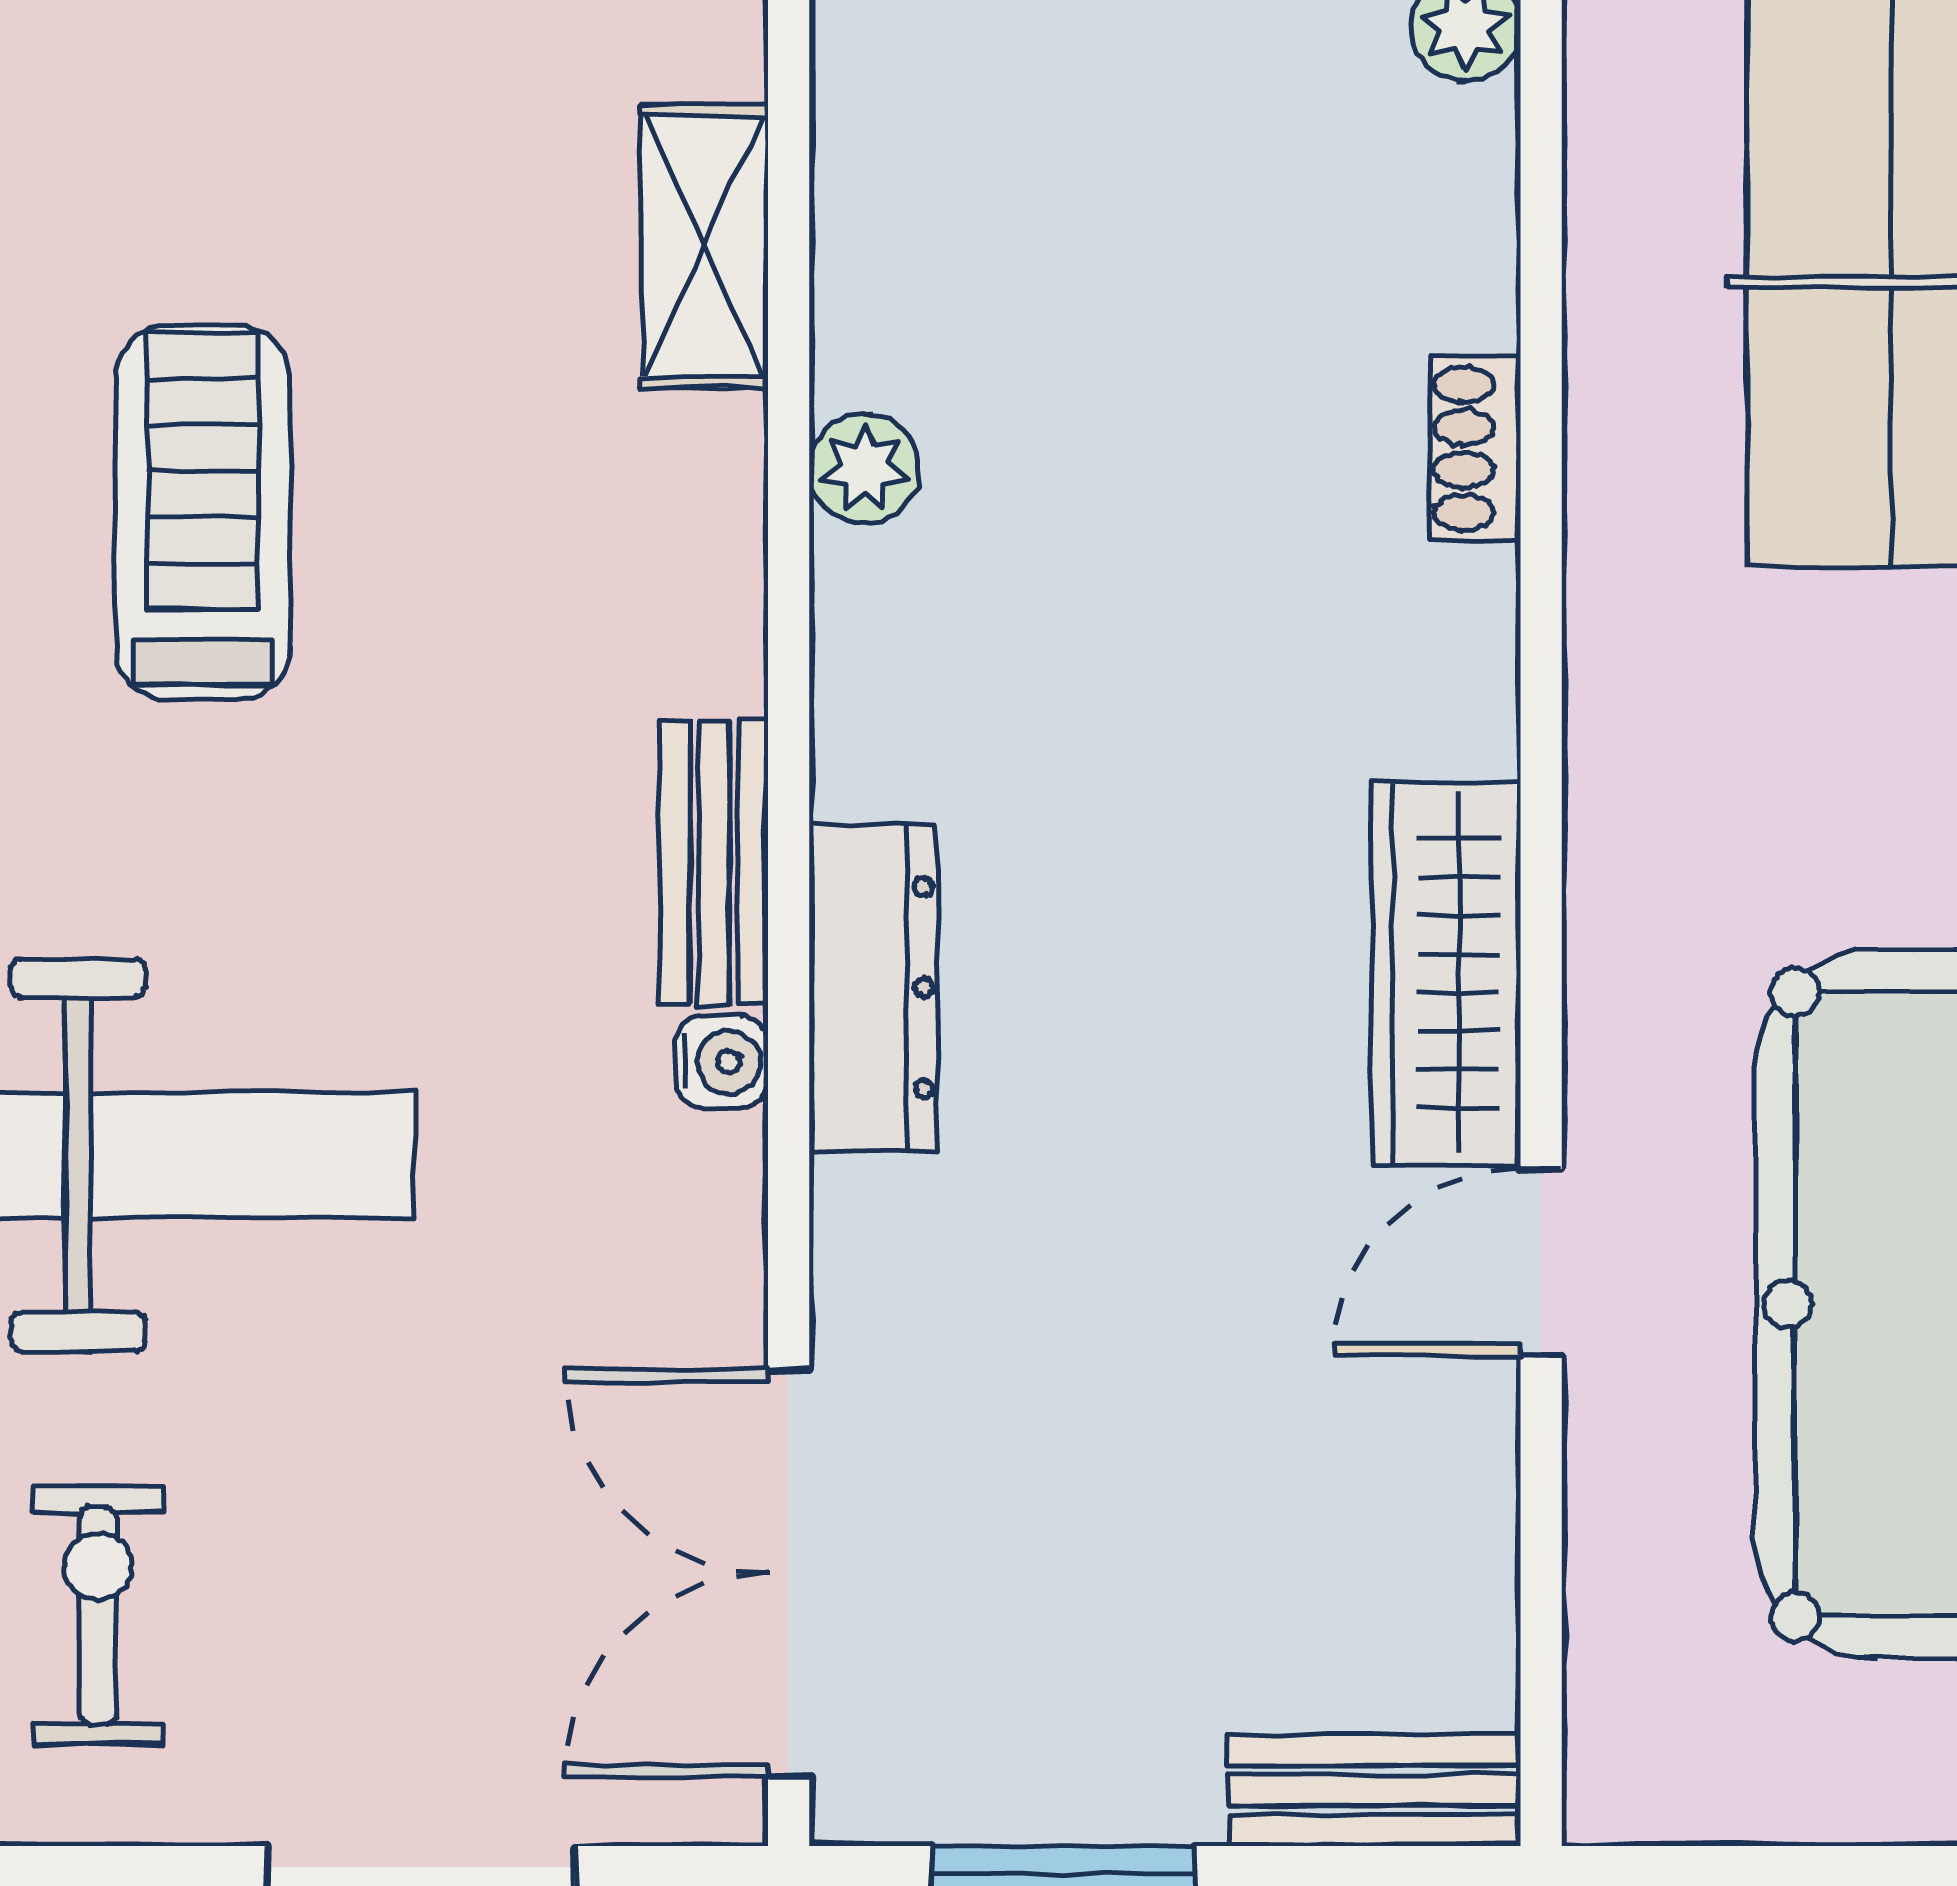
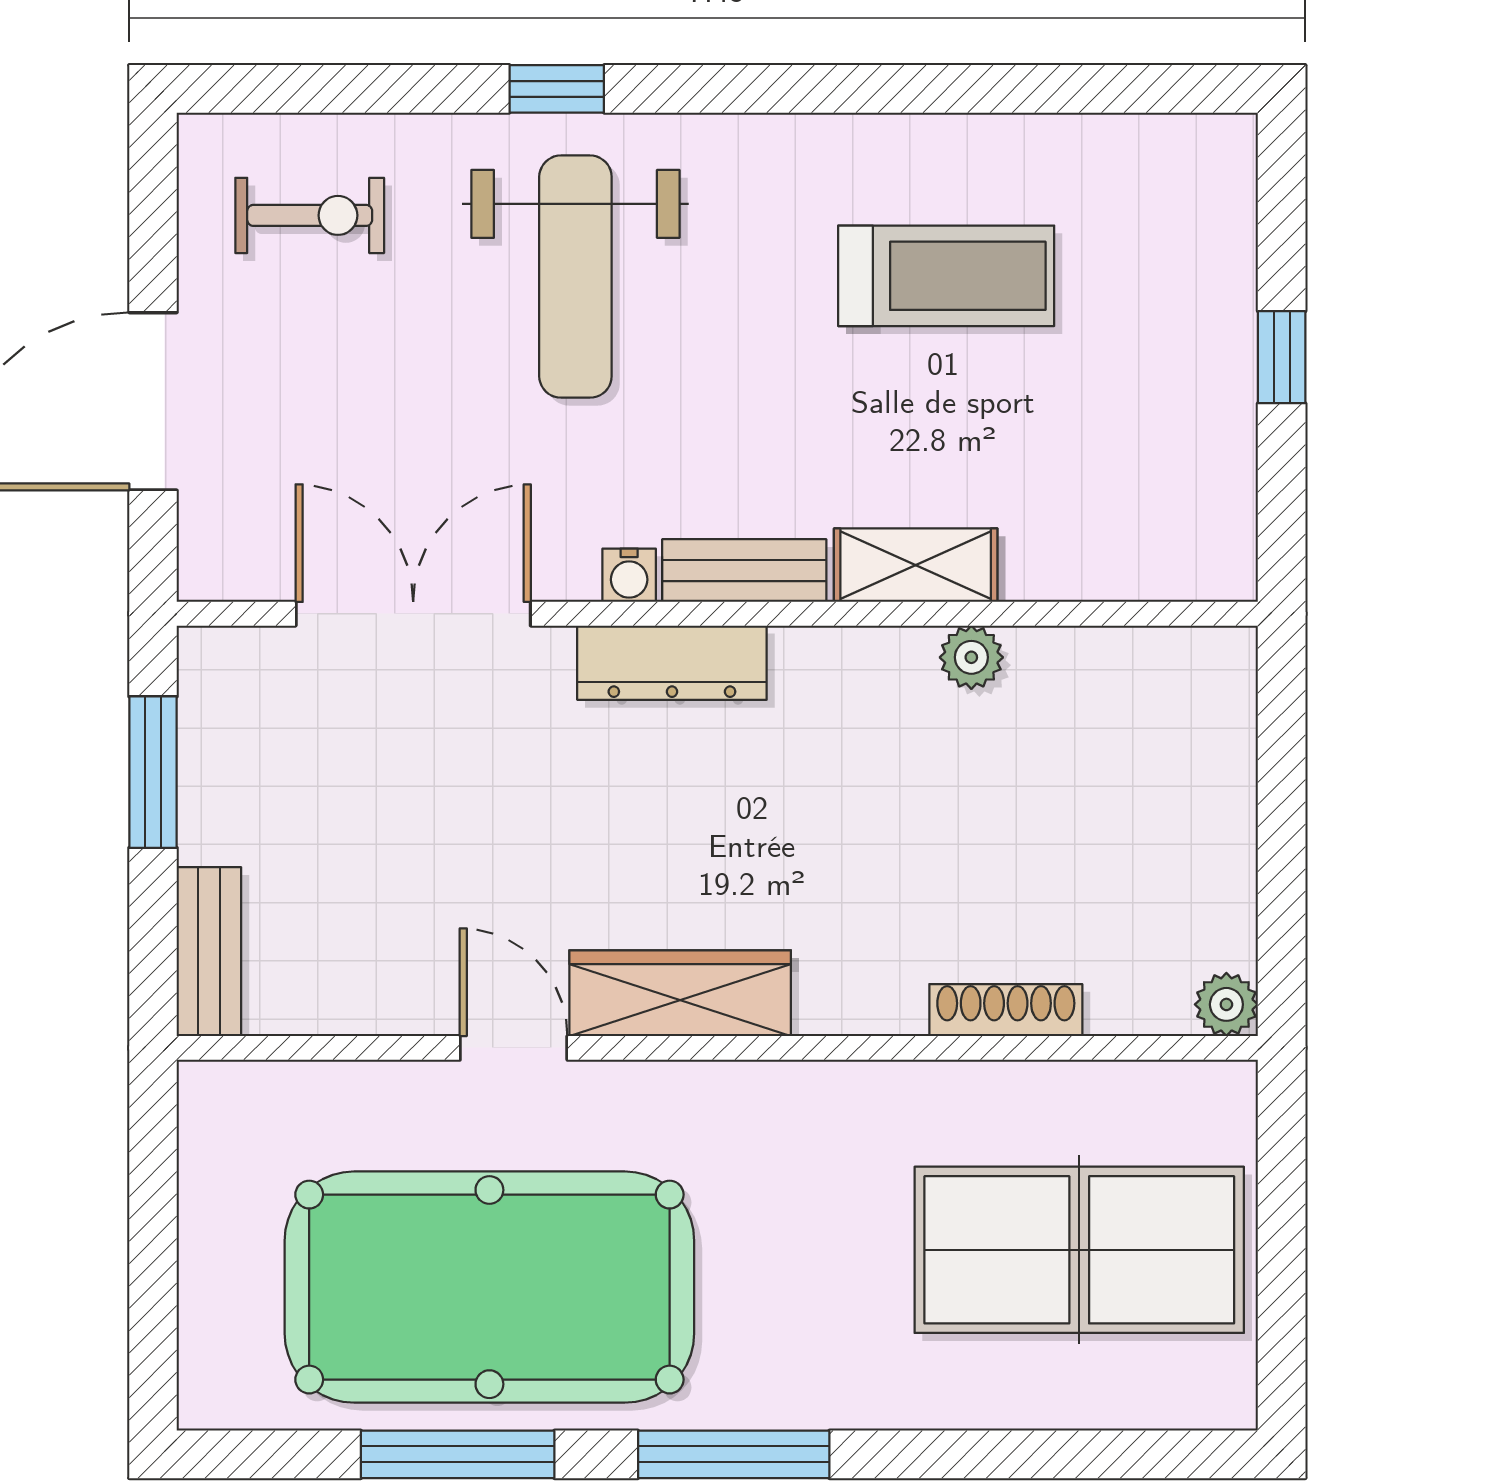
shelving: (704, 246) -> (916, 565), moved
shoe rack: (1476, 449) -> (1006, 1010), width x1.43
double door: (789, 1573) -> (413, 614), moved

